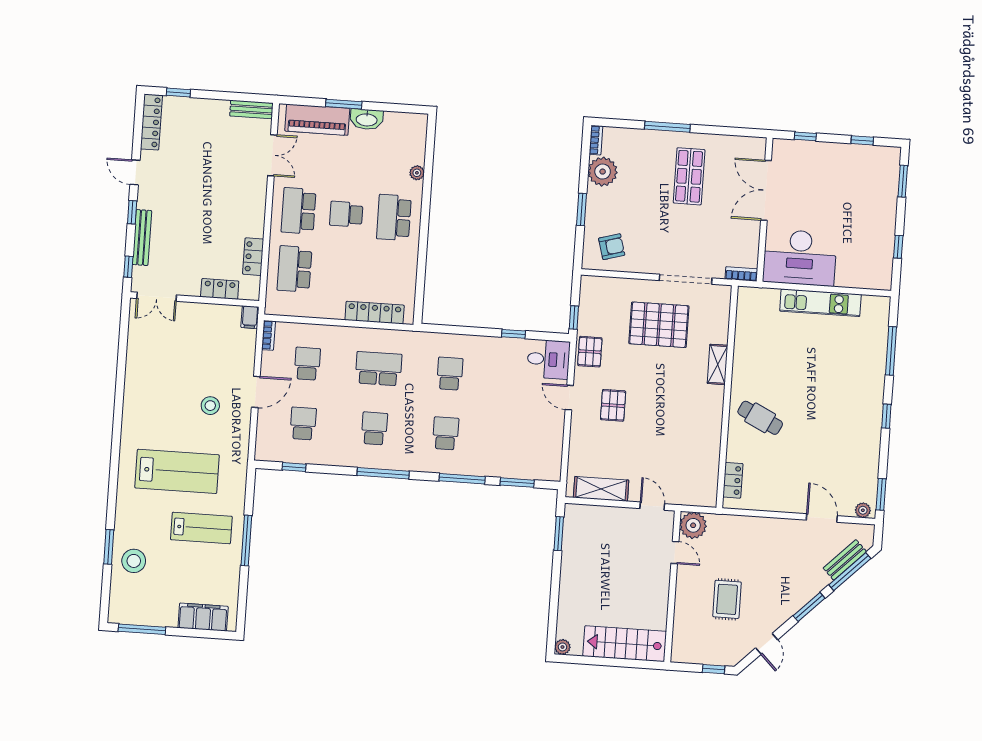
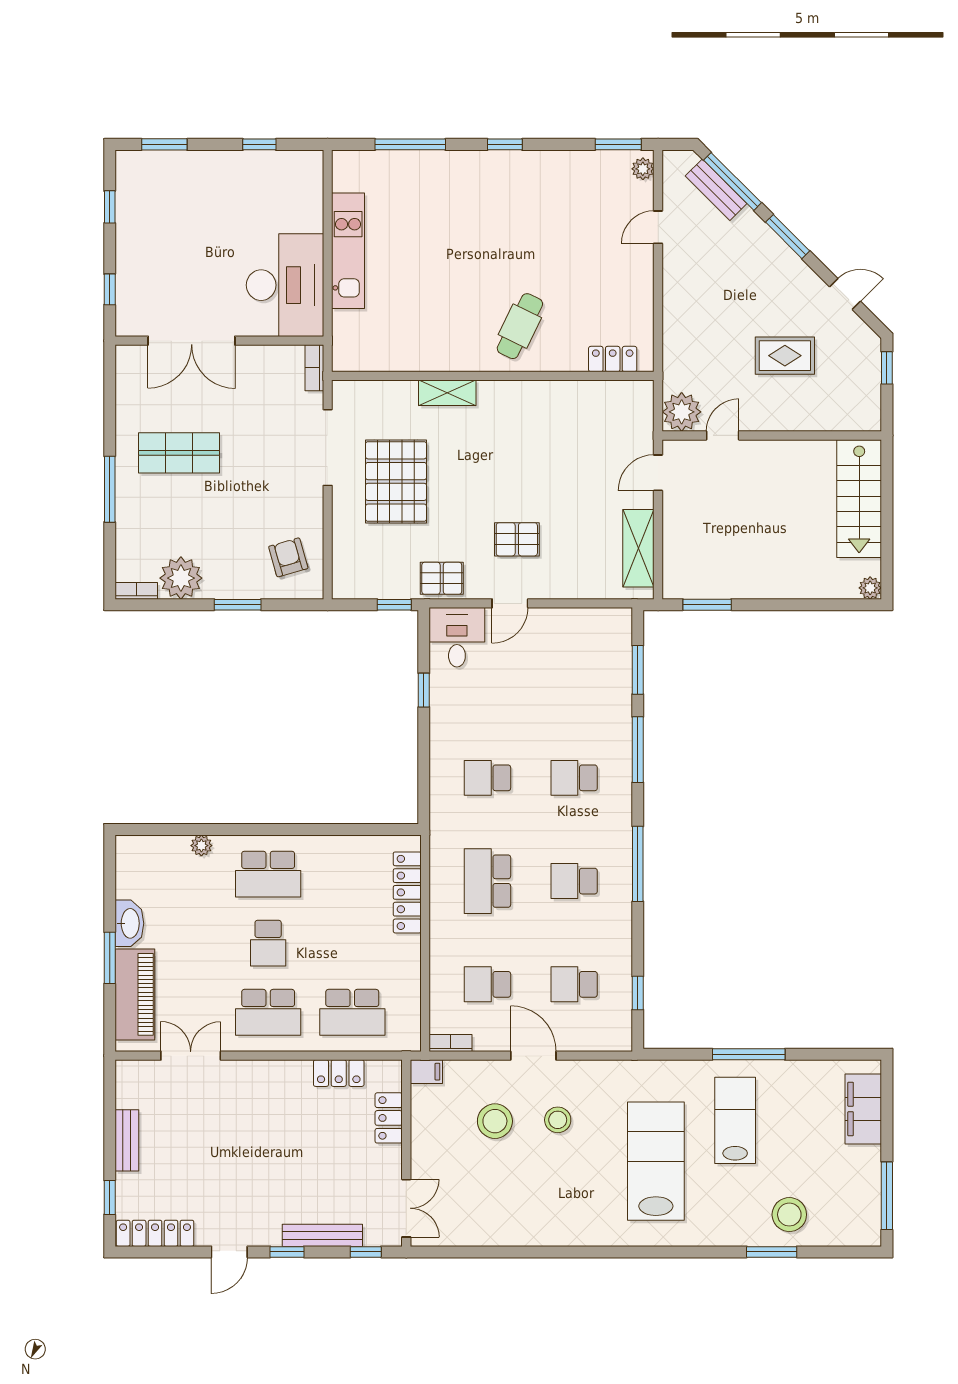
bench: (251, 109) -> (127, 1140), moved
stool: (212, 362) -> (495, 1121), added
door: (822, 518) -> (658, 227), width x0.73

